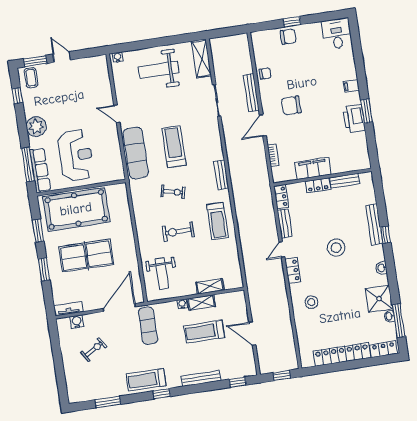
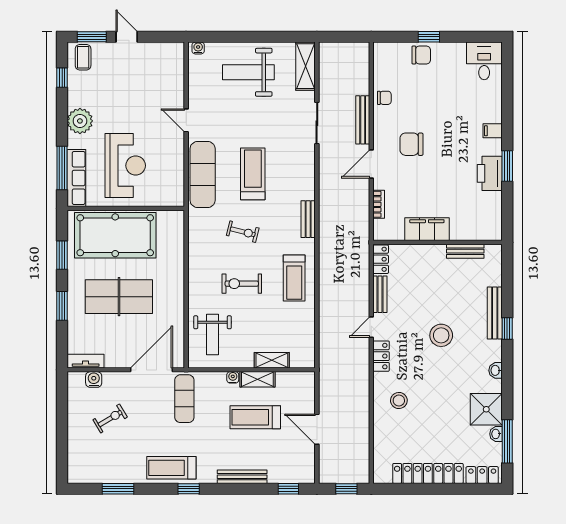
locker: (318, 185) -> (430, 252), removed

